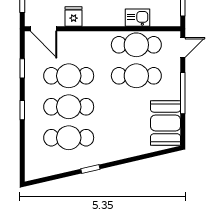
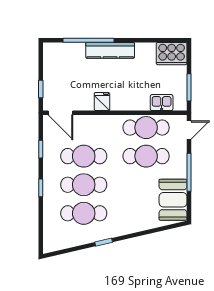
fridge: (74, 17) -> (102, 101), moved
kitchen sink: (137, 18) -> (162, 103), moved

